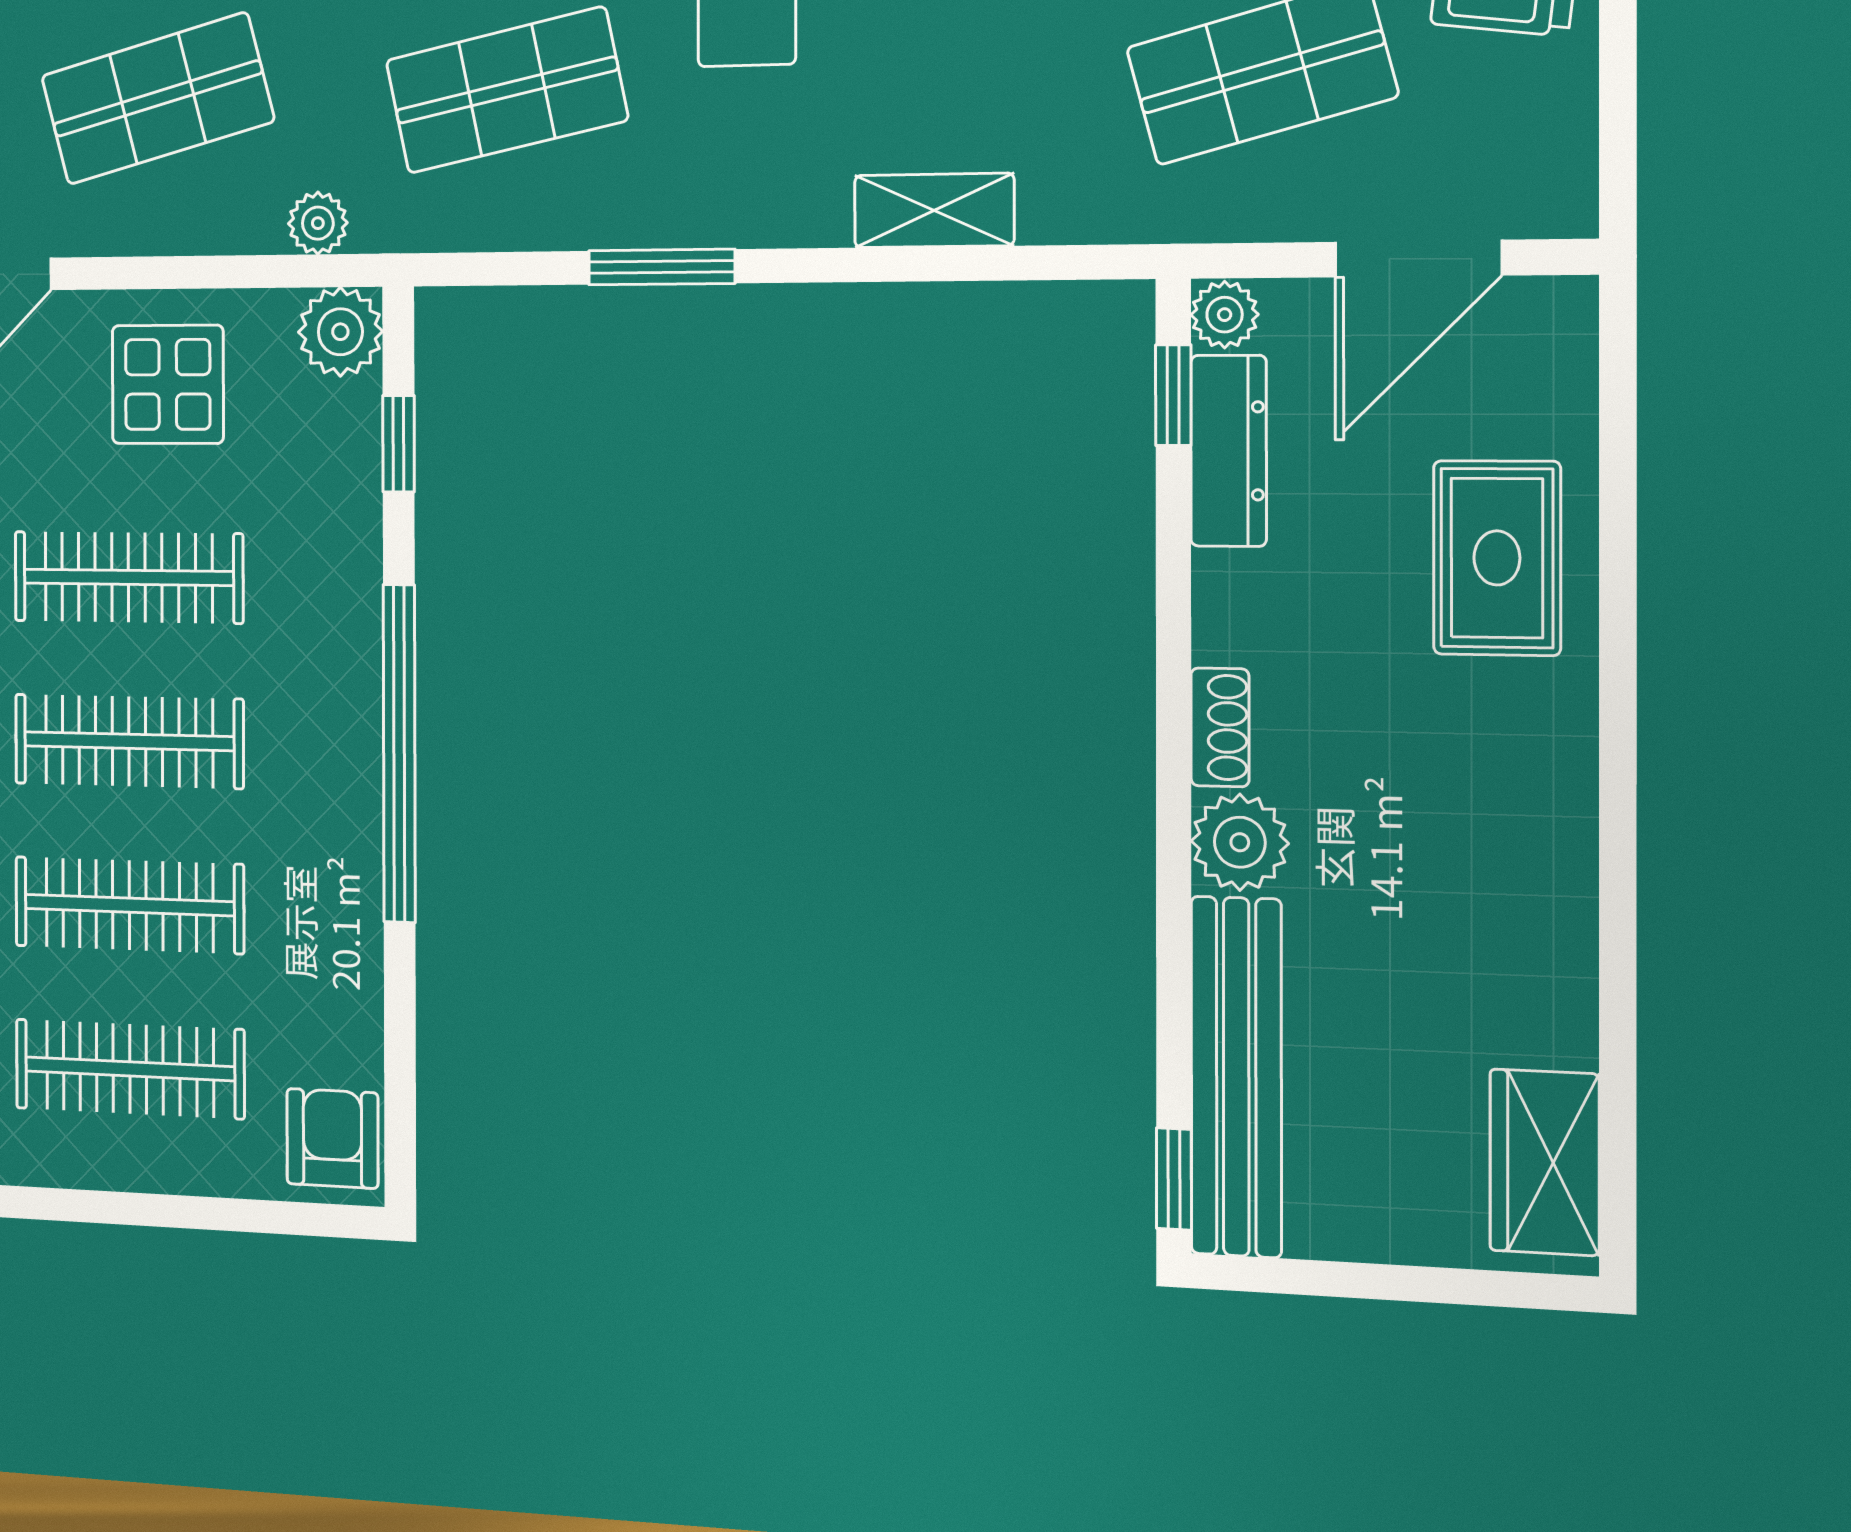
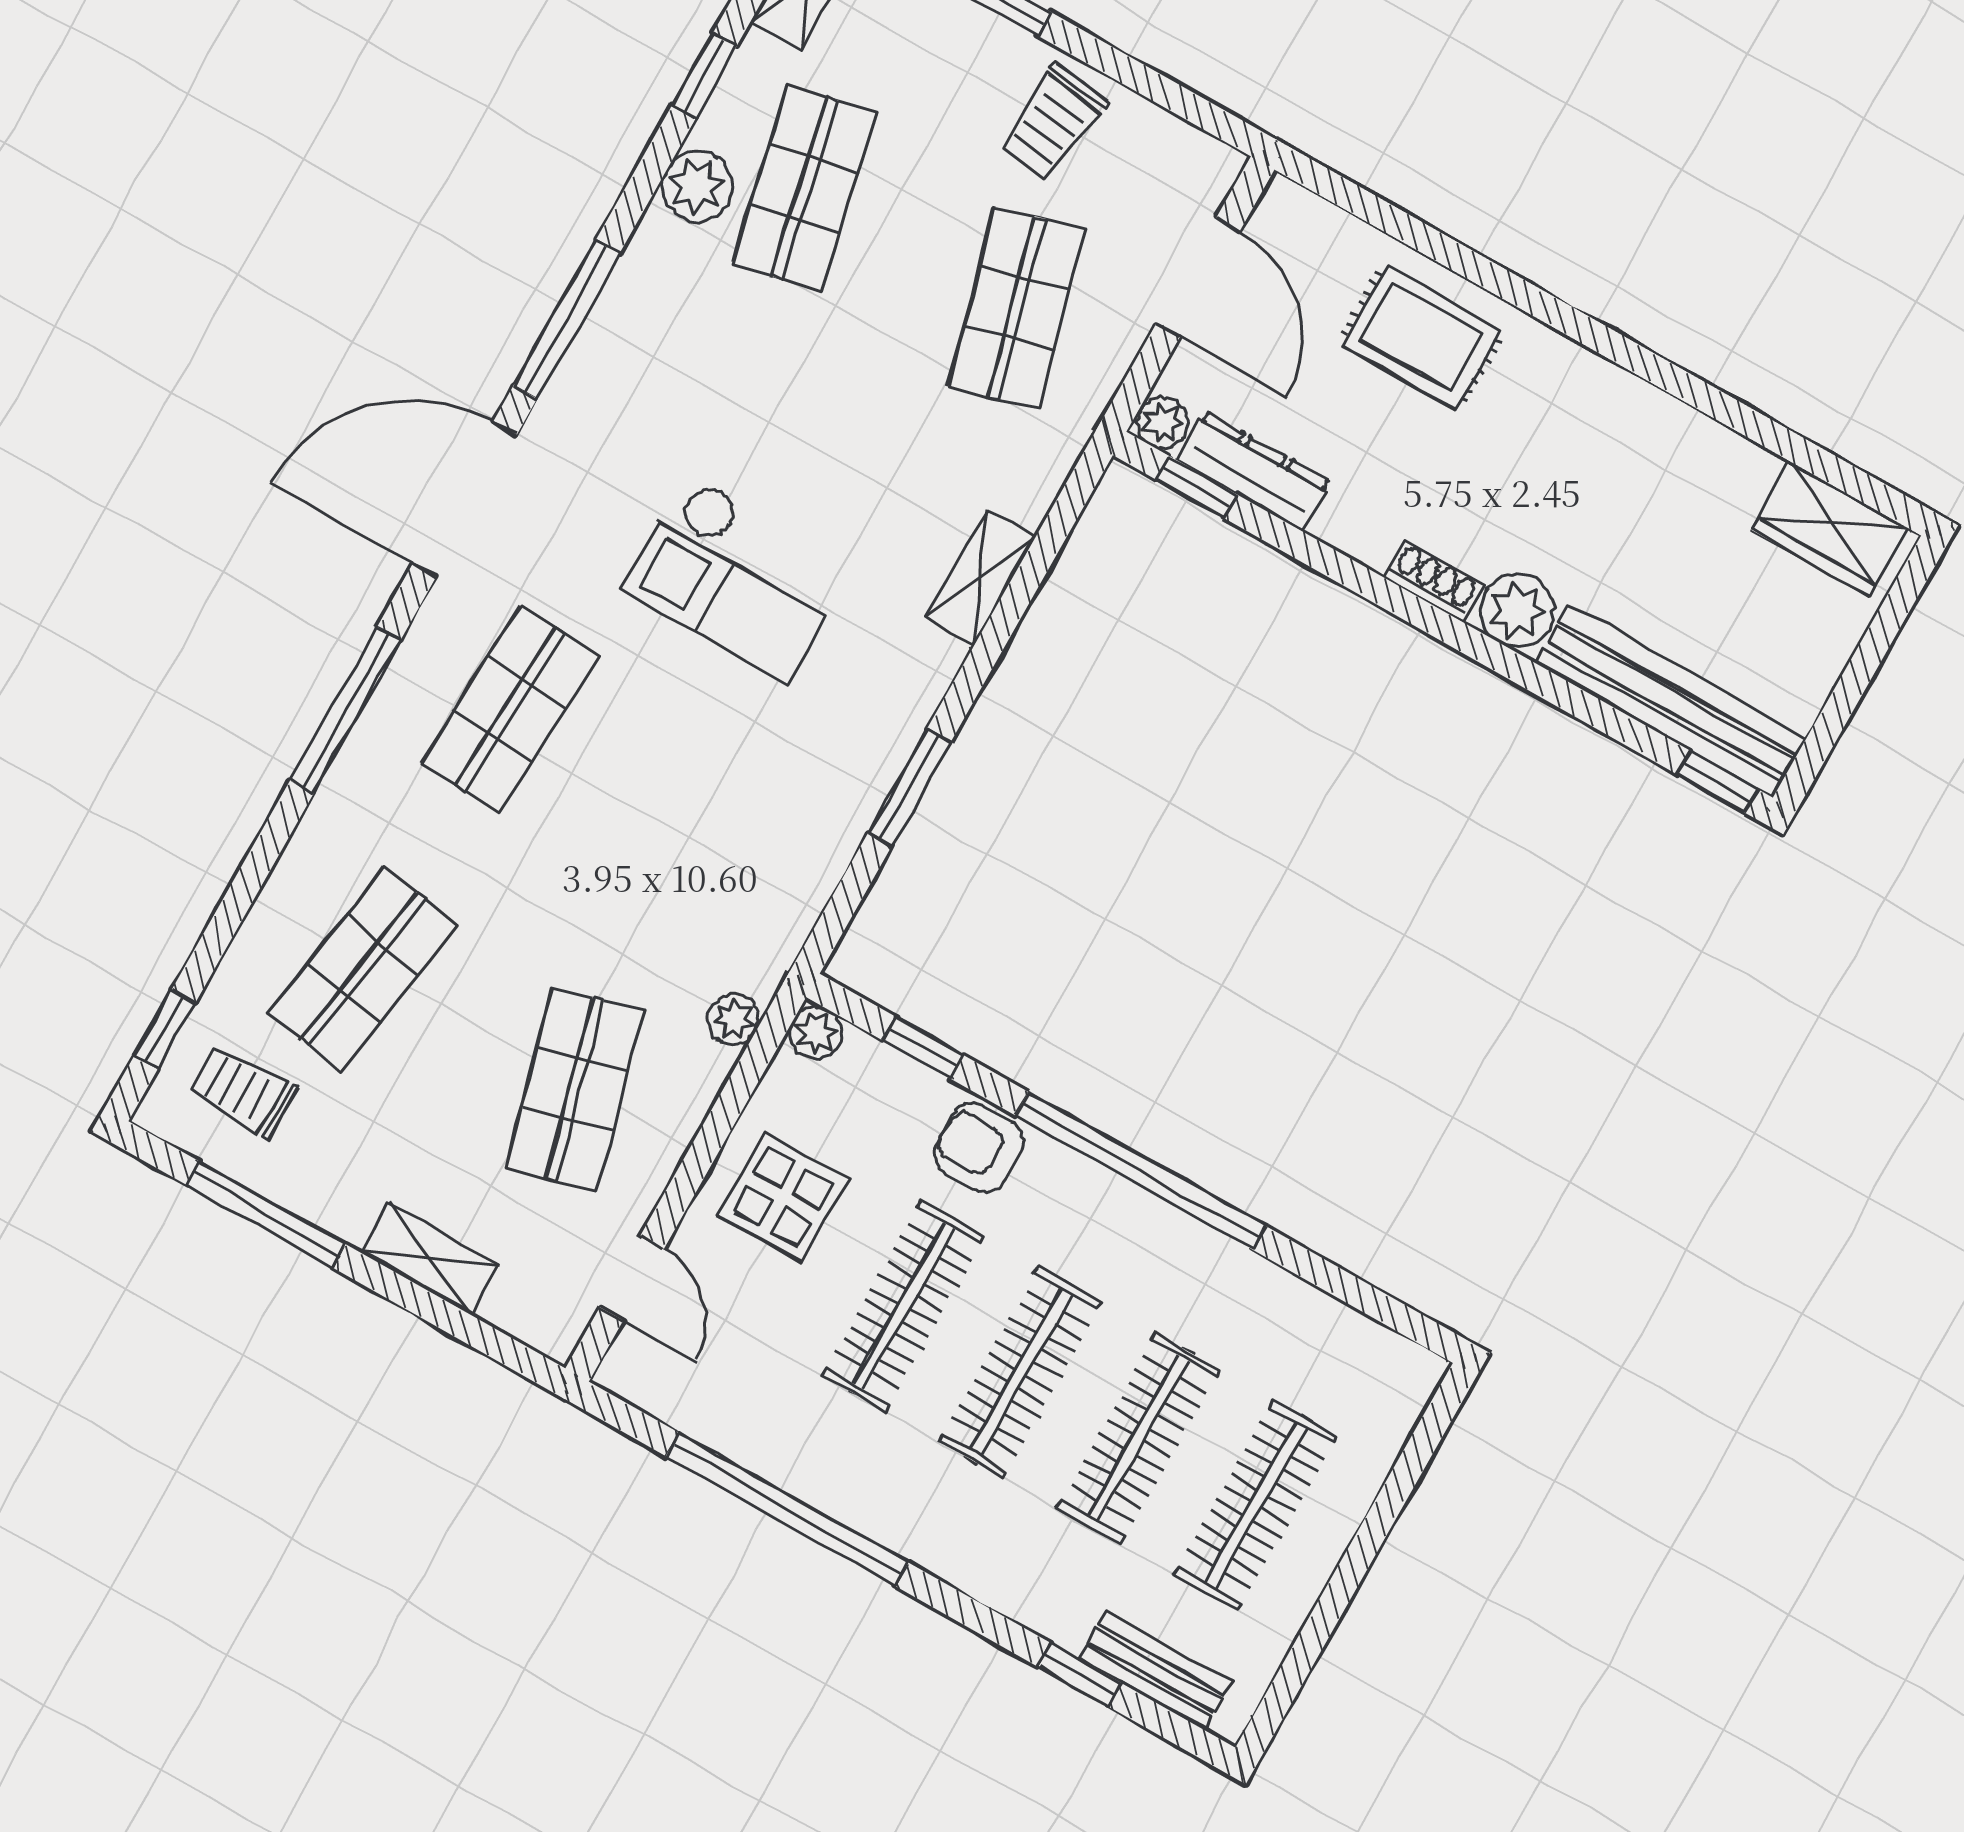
shop shelf: (506, 90) -> (722, 829), removed
plant: (340, 332) -> (816, 1033), width x0.73, depth x0.73
armchair: (332, 1138) -> (979, 1148), moved

